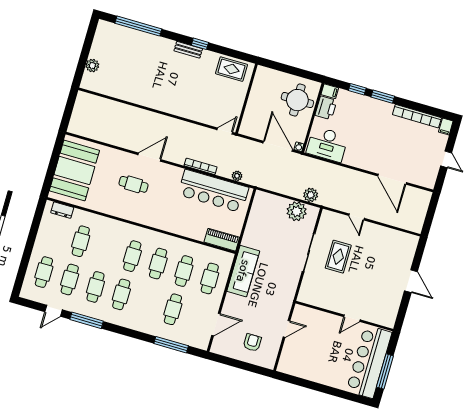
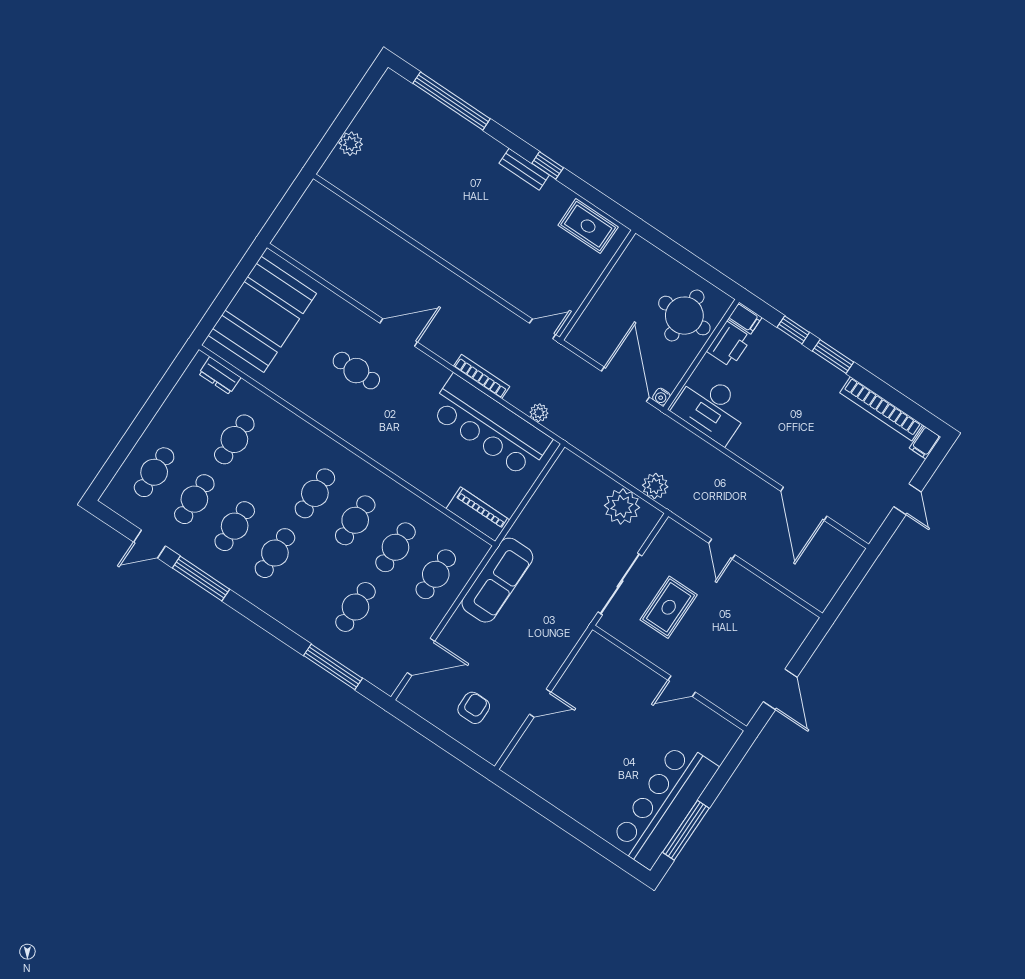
wall: (344, 316) -> (670, 678), moved
door: (352, 318) -> (682, 686), moved

